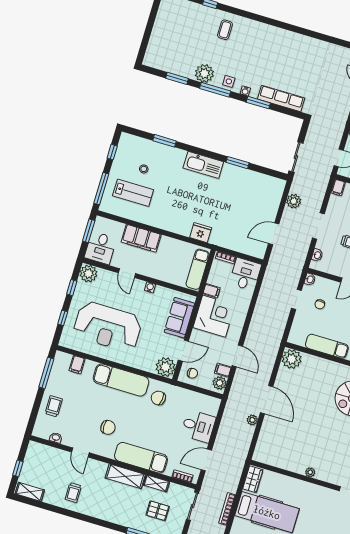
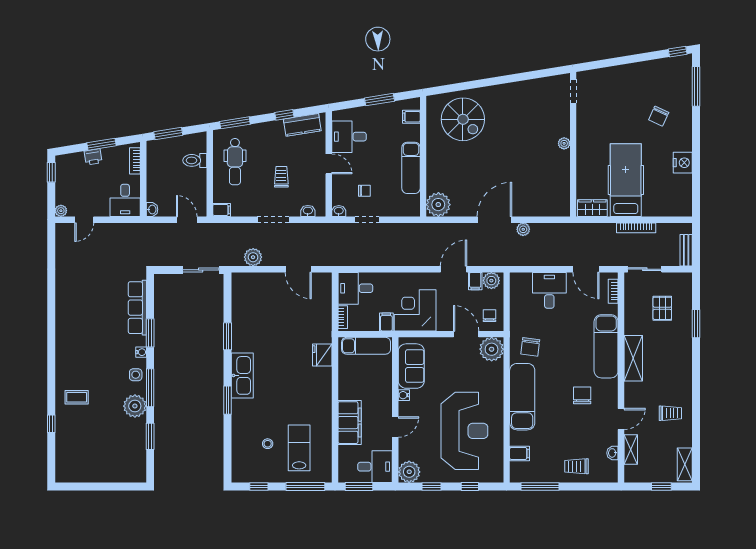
window: (165, 141) -> (227, 400), moved
sofa: (179, 318) -> (411, 366), moved, turned -90
shelving: (156, 483) -> (631, 450), moved

